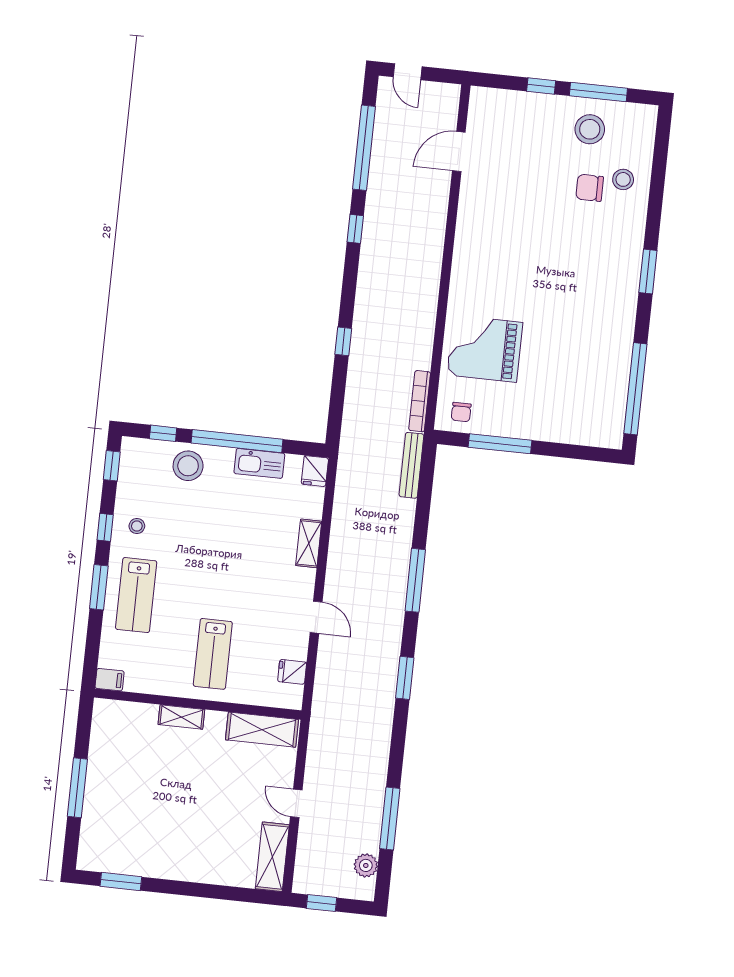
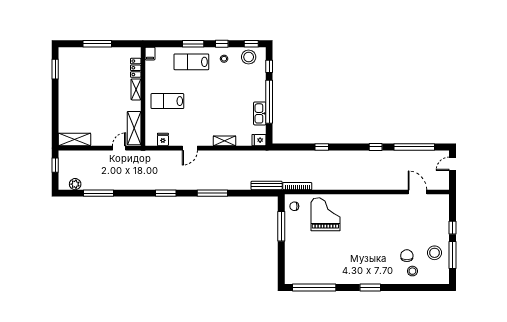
stool: (188, 466) -> (249, 57), moved
locker: (136, 713) -> (136, 68), added
door: (296, 803) -> (119, 148), moved

